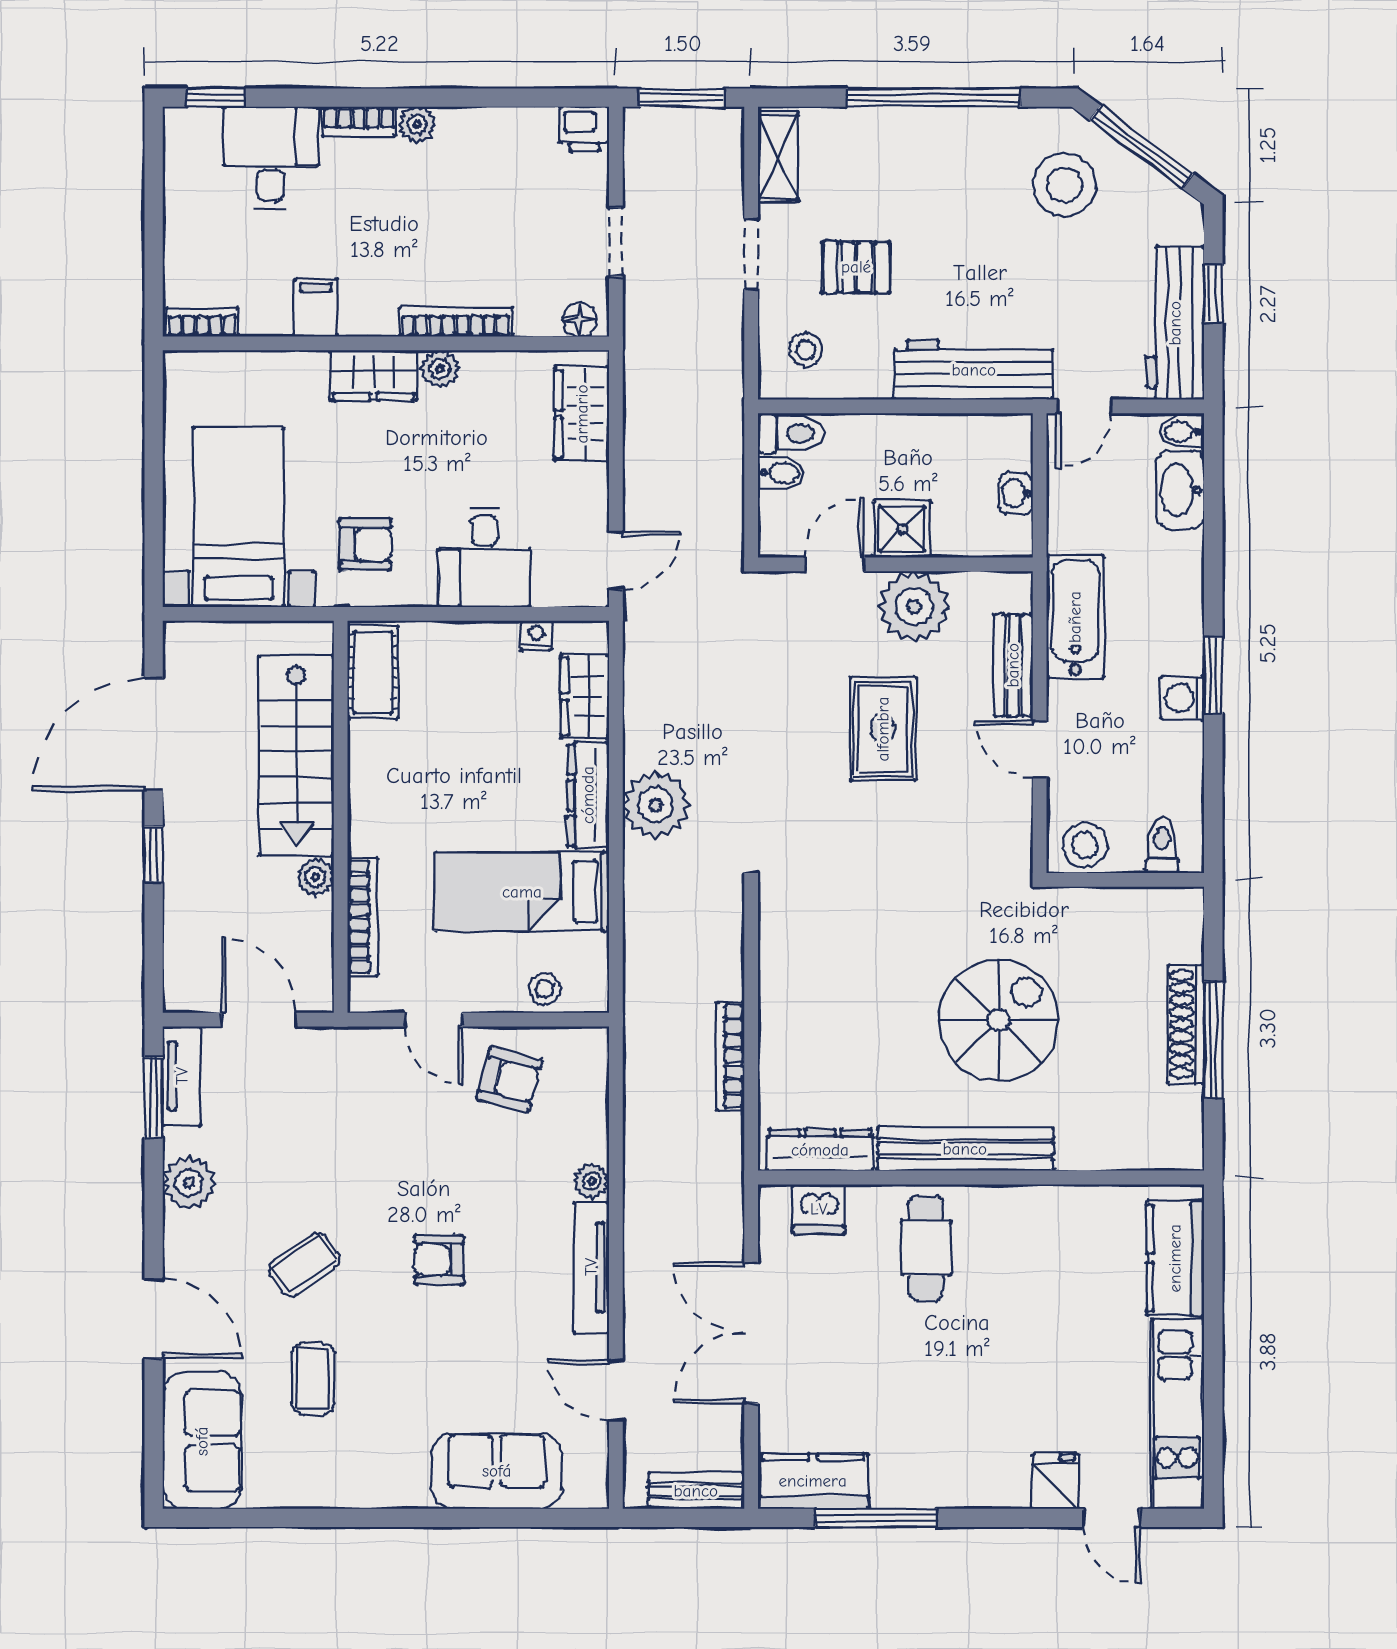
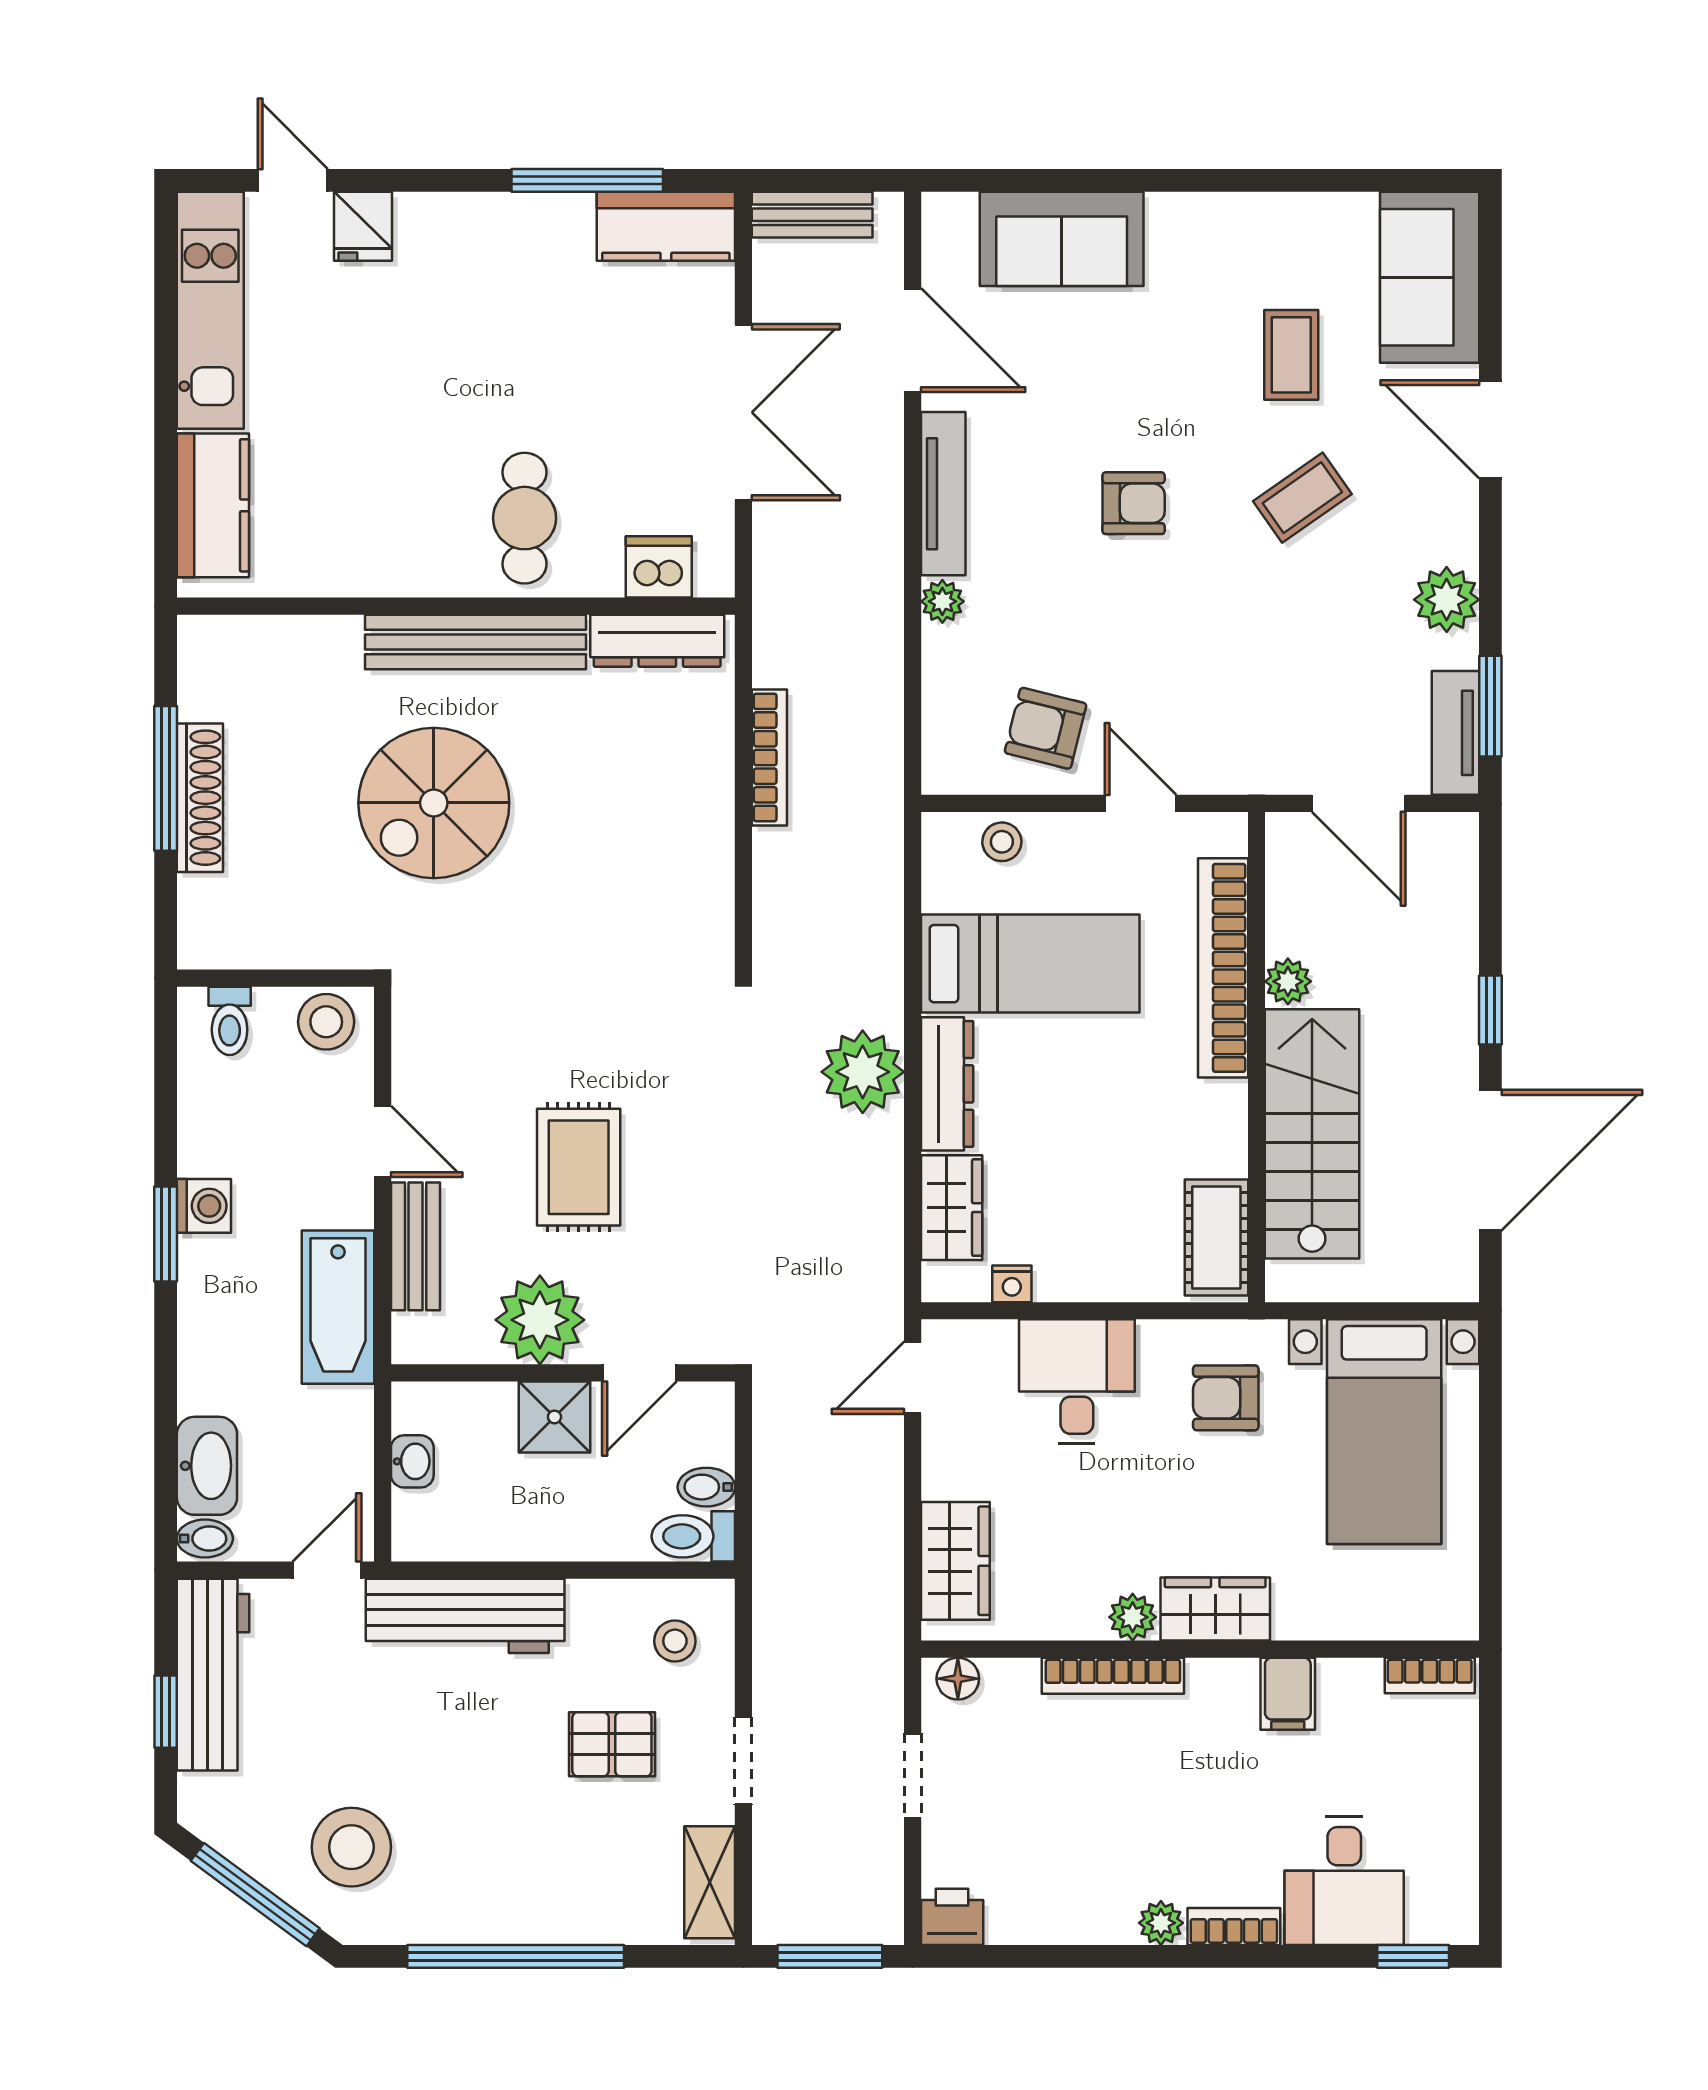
bookcase: (363, 917) -> (1223, 968), width x1.48, depth x1.31
door: (616, 1390) -> (913, 340), width x1.38

